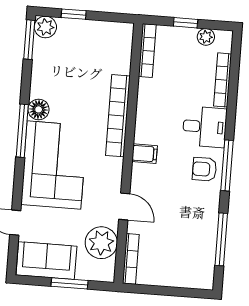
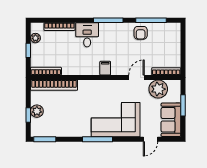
plant: (45, 27) -> (37, 111), moved
floor lamp: (39, 109) -> (85, 131), removed
bookcase: (118, 116) -> (54, 85), moved
armchair: (204, 169) -> (141, 33), moved

